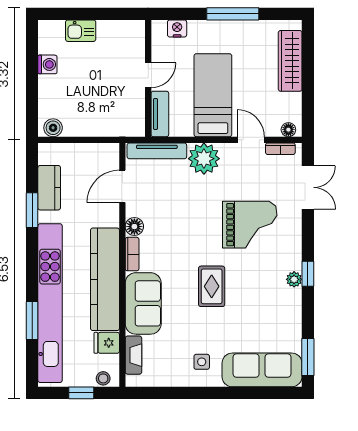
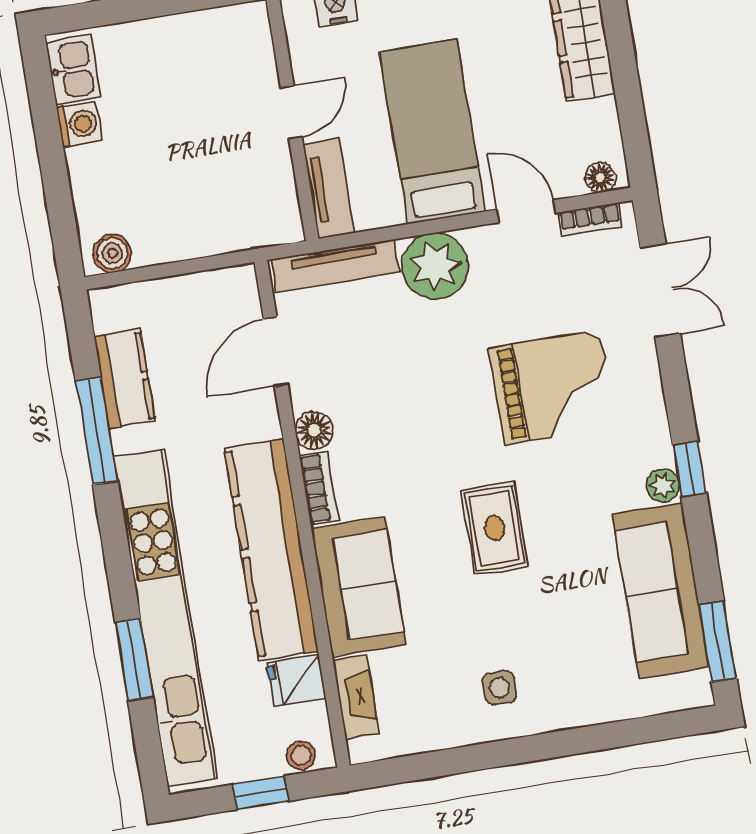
kitchen sink: (81, 31) -> (73, 70), moved, turned -90
window: (32, 210) -> (97, 431), width x1.44
sofa: (262, 370) -> (661, 591), moved, turned -90

